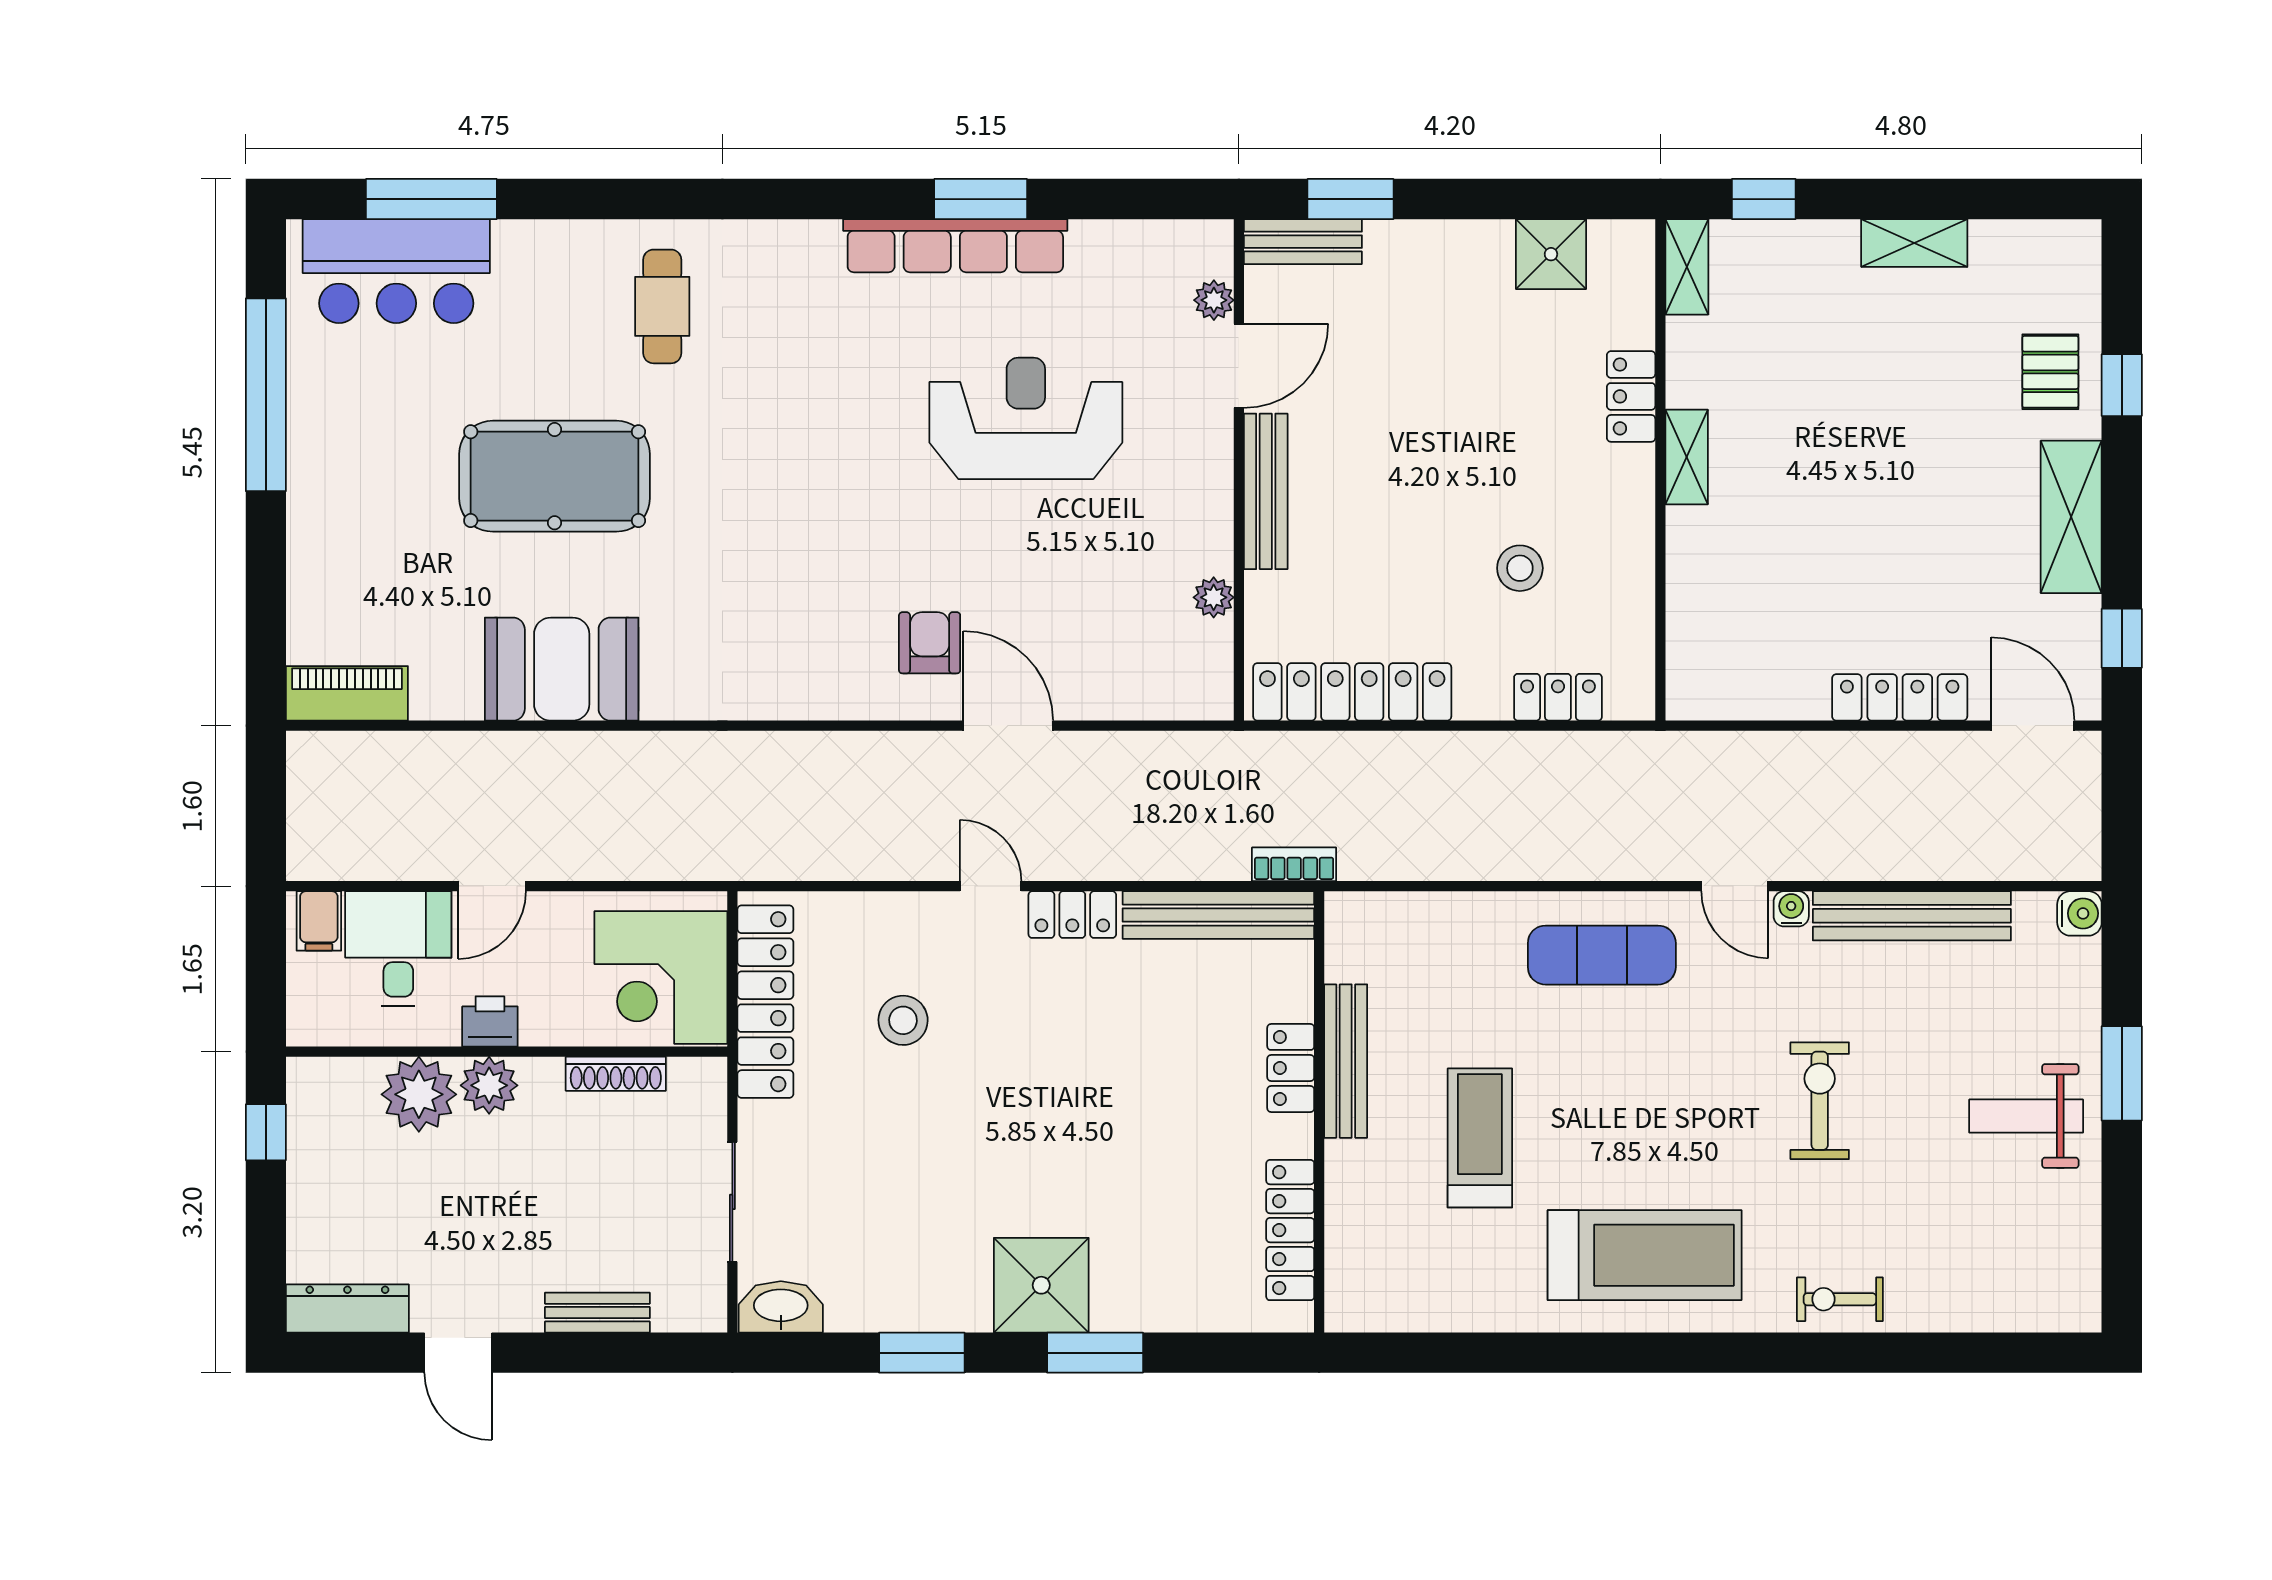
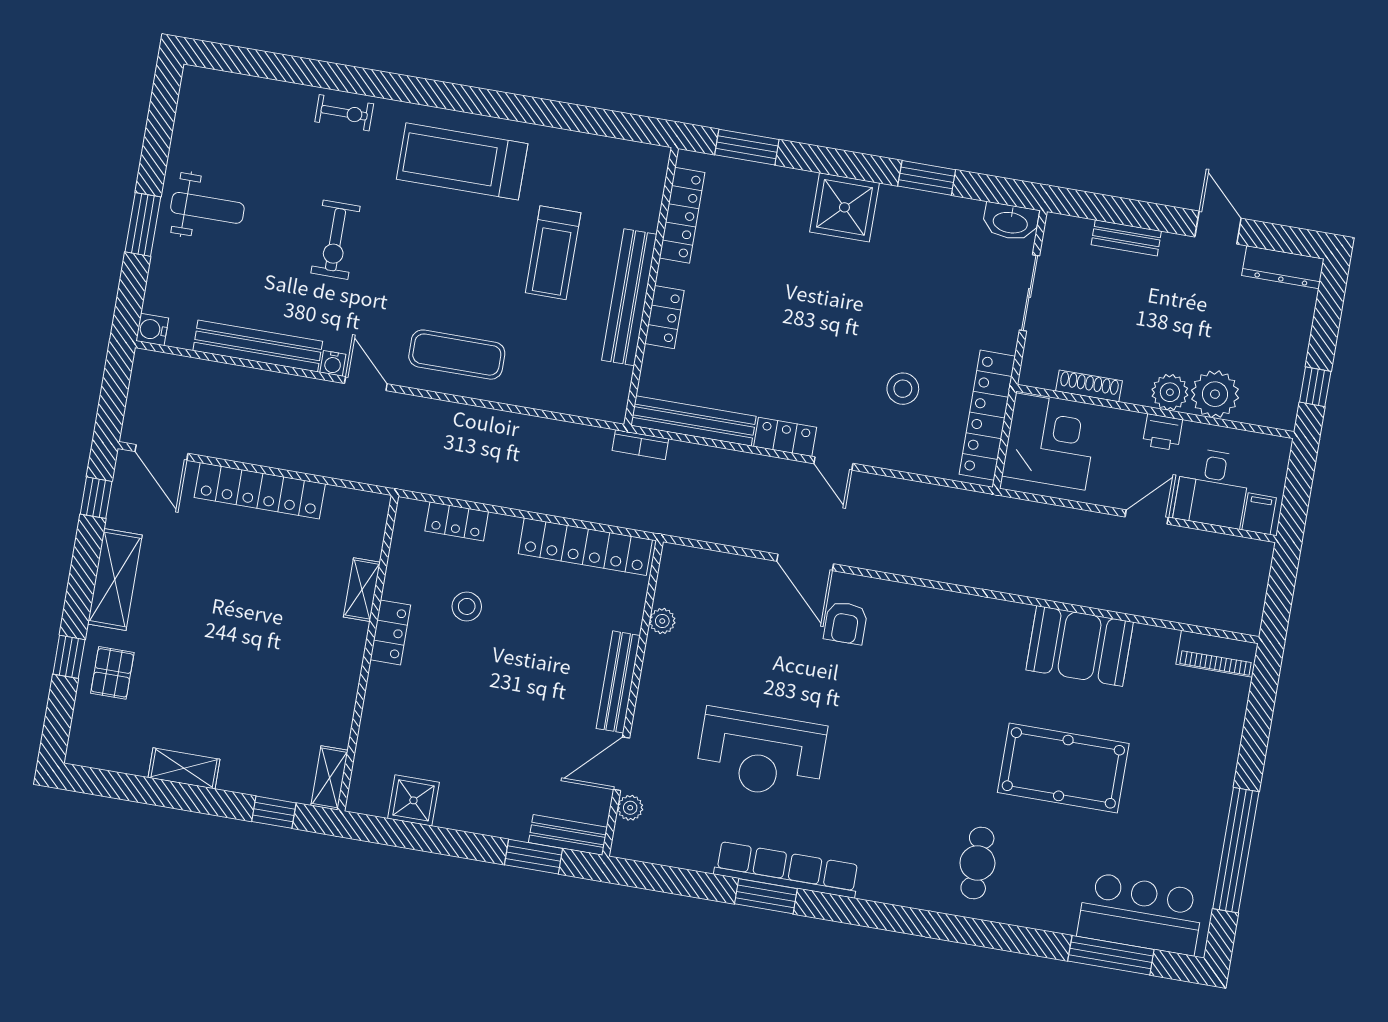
locker: (1631, 396) -> (390, 632), moved
shelving: (1687, 457) -> (362, 590), moved
locker: (1900, 697) -> (260, 491), width x1.41, depth x1.21
bench: (1346, 1061) -> (629, 297), width x1.37, depth x1.21
window: (1095, 1353) -> (747, 147), moved

